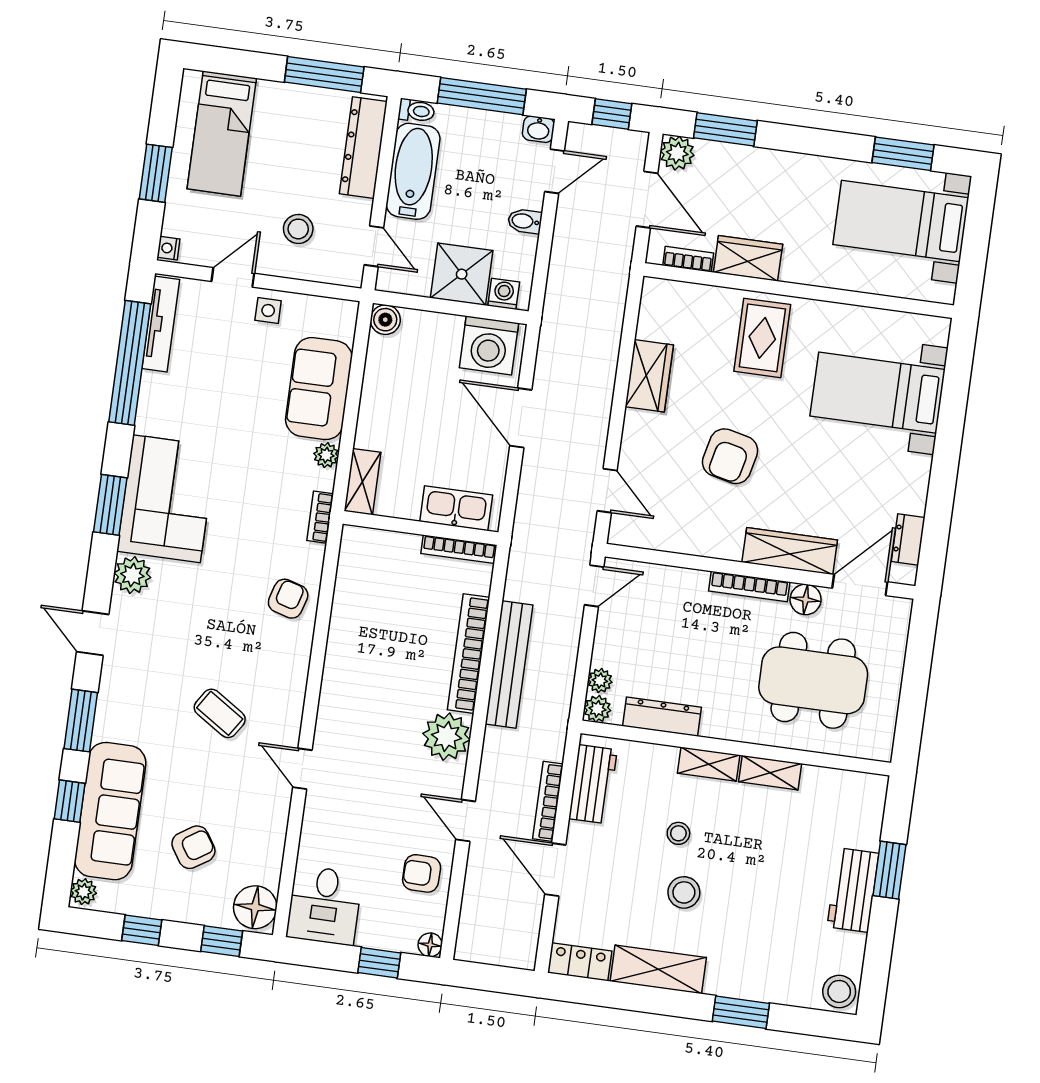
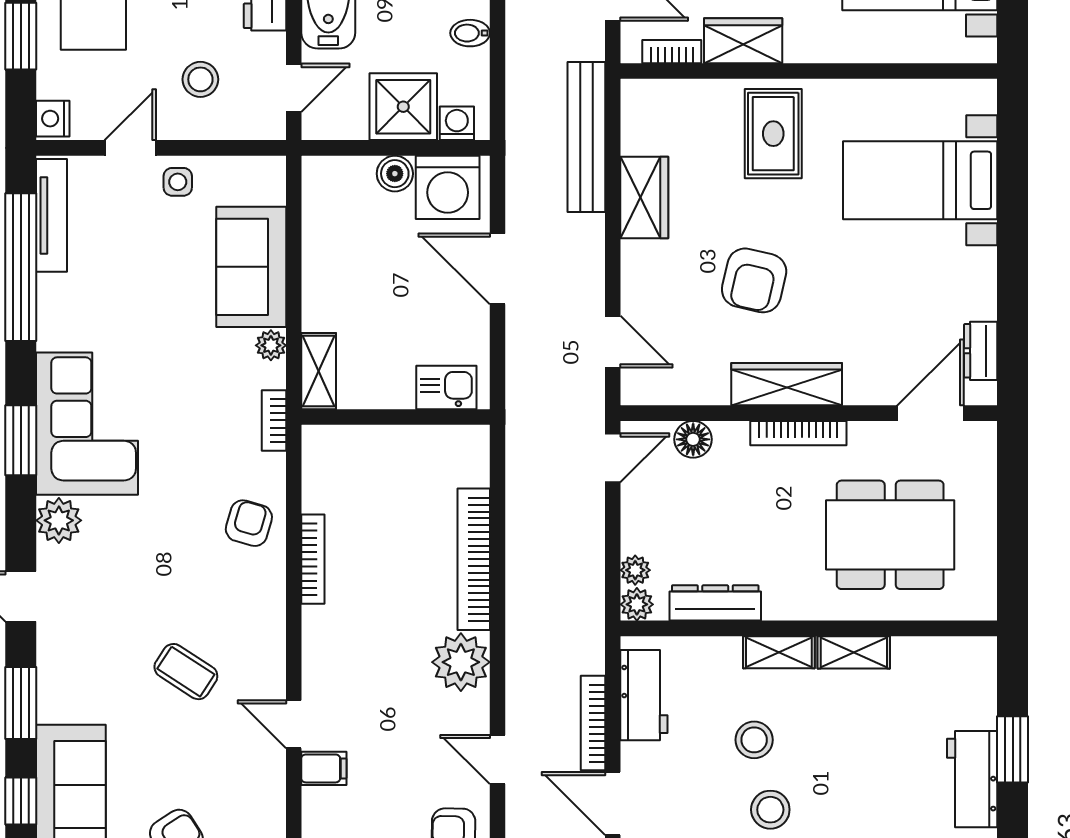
door: (374, 246) -> (294, 88), hinge flipped
nightstand: (168, 248) -> (53, 119), width x1.39, depth x1.35
boiler: (385, 320) -> (395, 174), moved
kitchen sink: (456, 508) -> (446, 387), width x0.73
bookcase: (459, 549) -> (313, 559), moved, turned -90
wardrobe: (790, 551) -> (787, 384), moved
floor lamp: (806, 599) -> (693, 439), moved
bench: (509, 664) -> (586, 137), moved
filing cabinet: (322, 808) -> (324, 768), added
stool: (678, 833) -> (754, 740), width x1.37, depth x1.37

